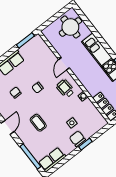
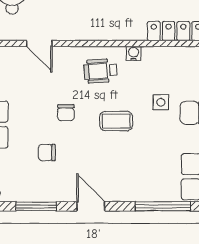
door: (64, 64) -> (39, 44), moved
coffee table: (38, 123) -> (116, 121), moved

